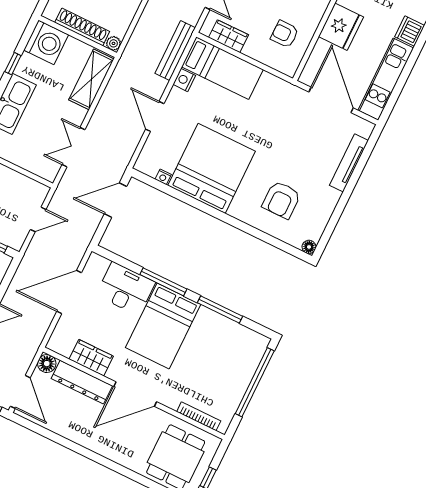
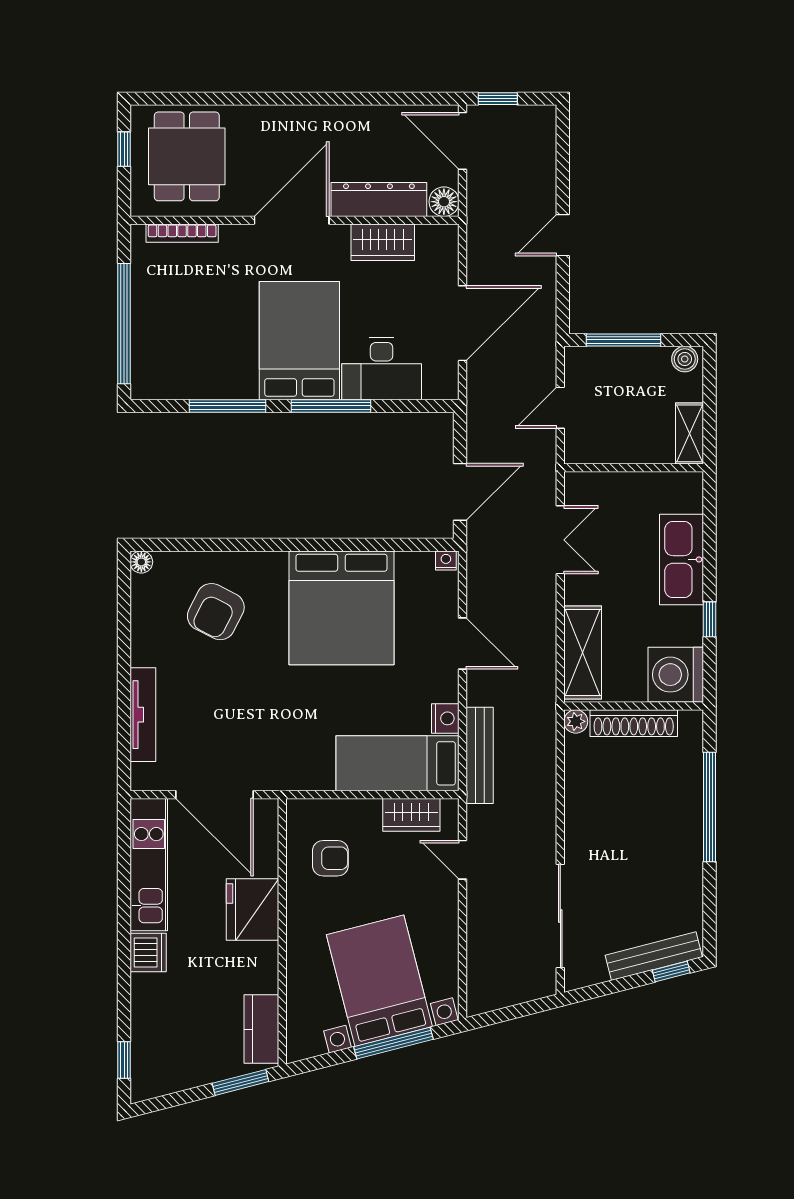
nightstand: (163, 177) -> (446, 560), moved
armchair: (281, 200) -> (216, 612), turned -153

